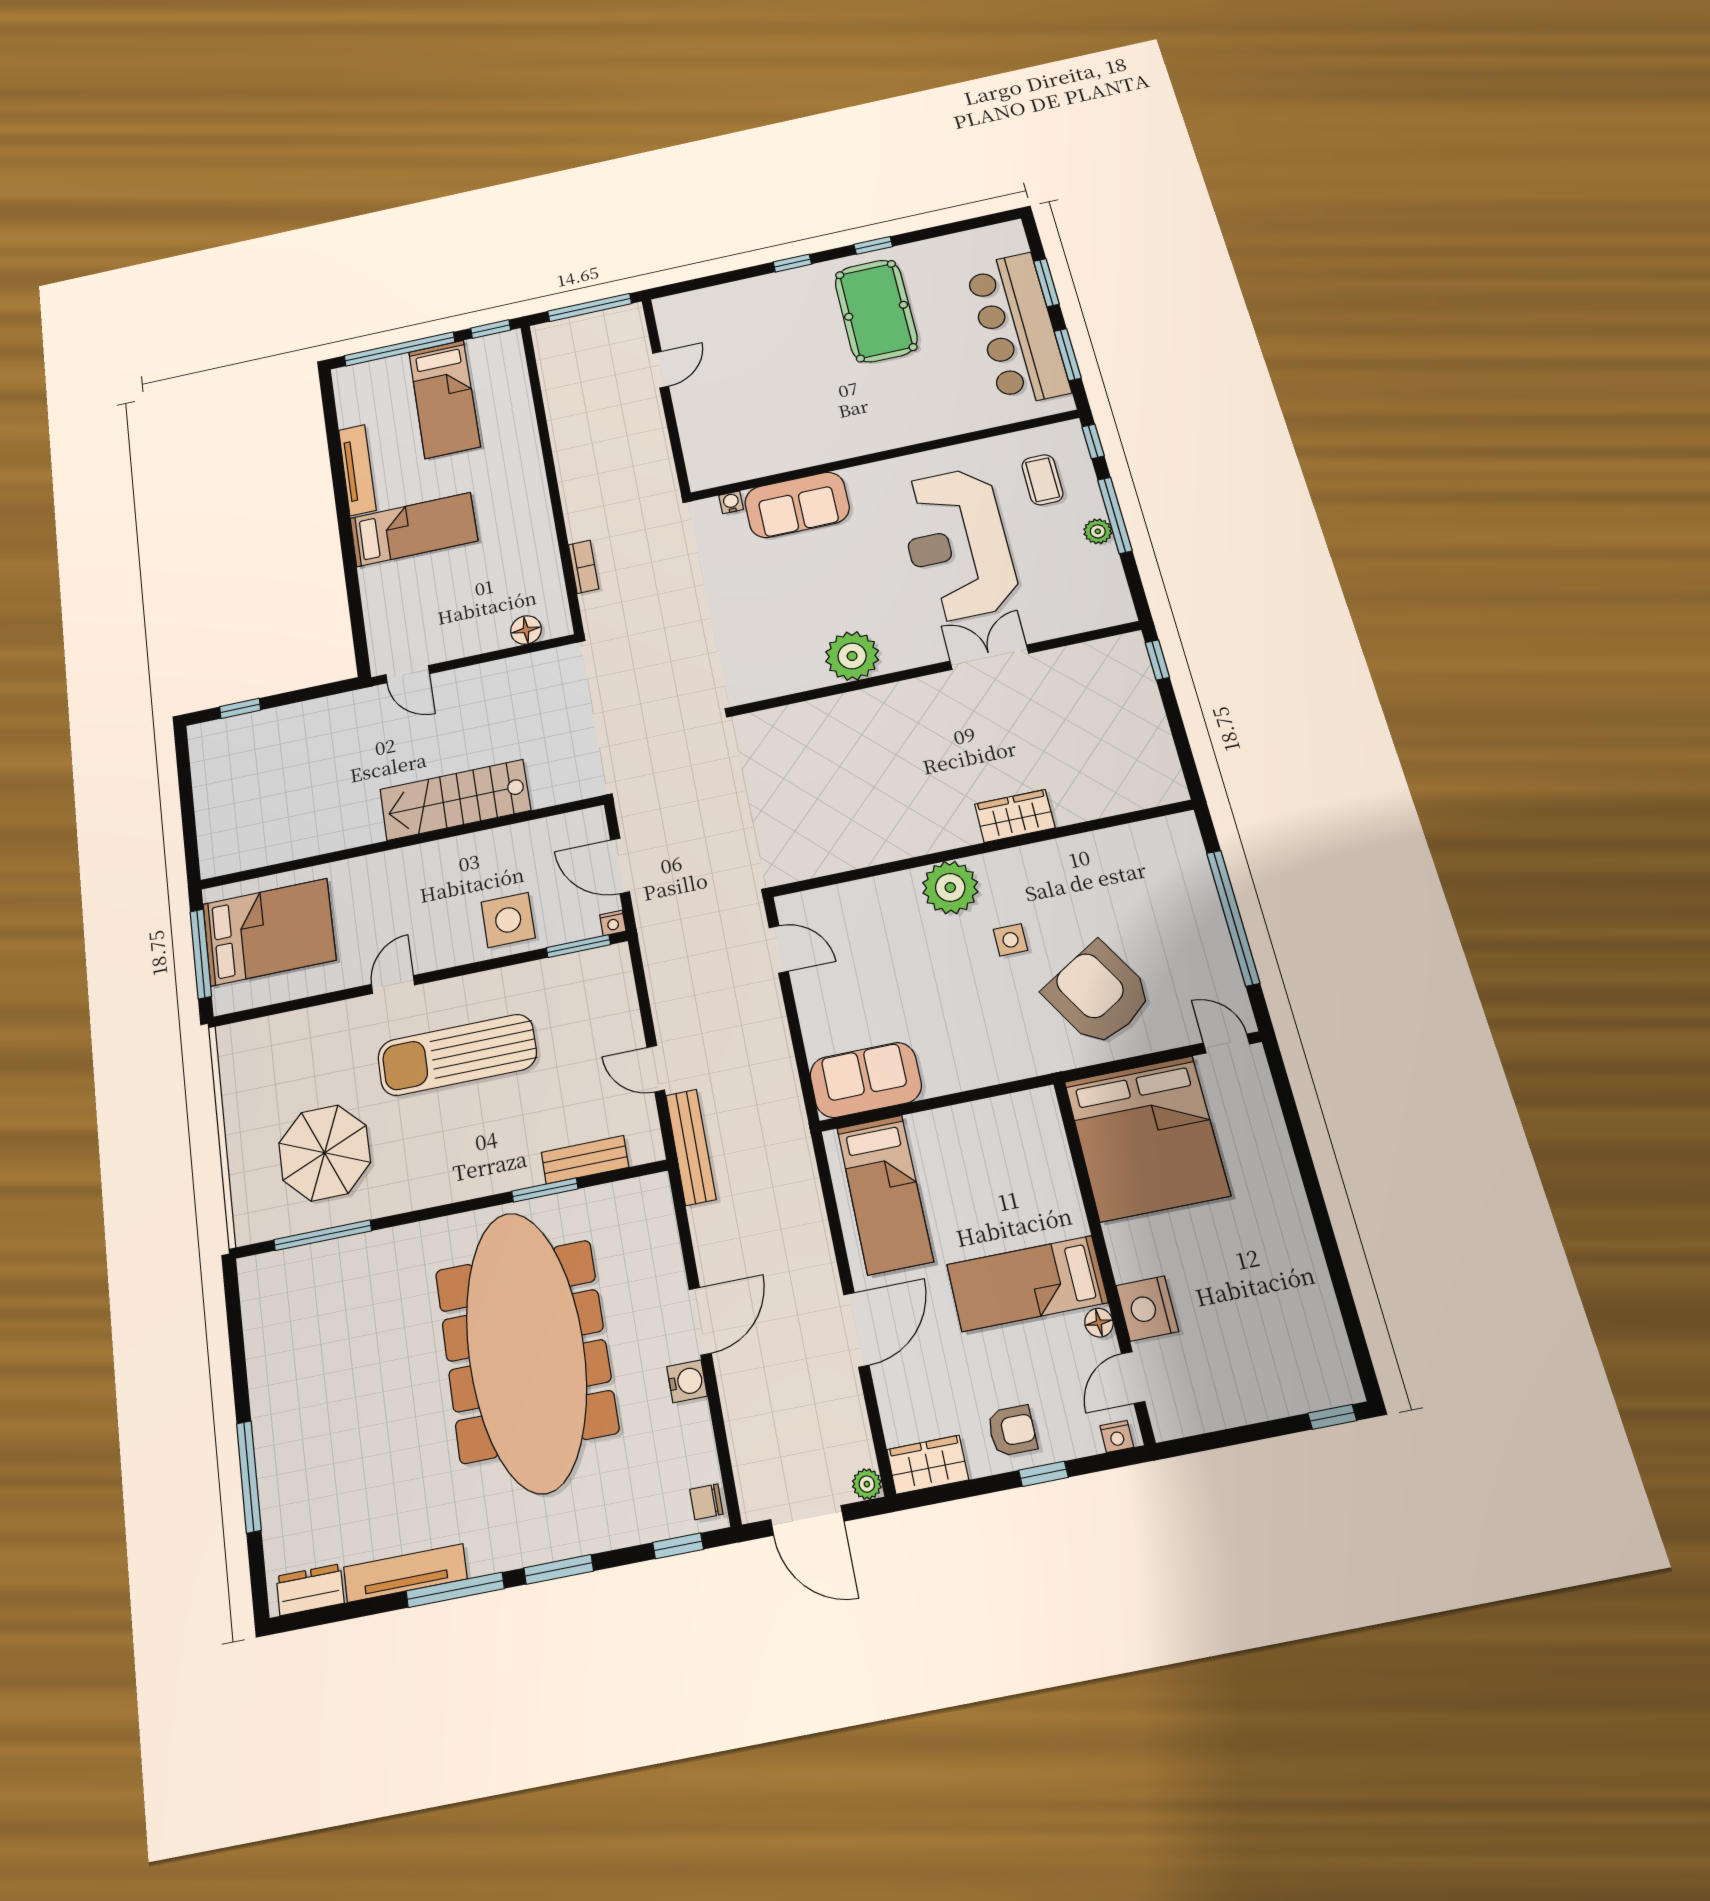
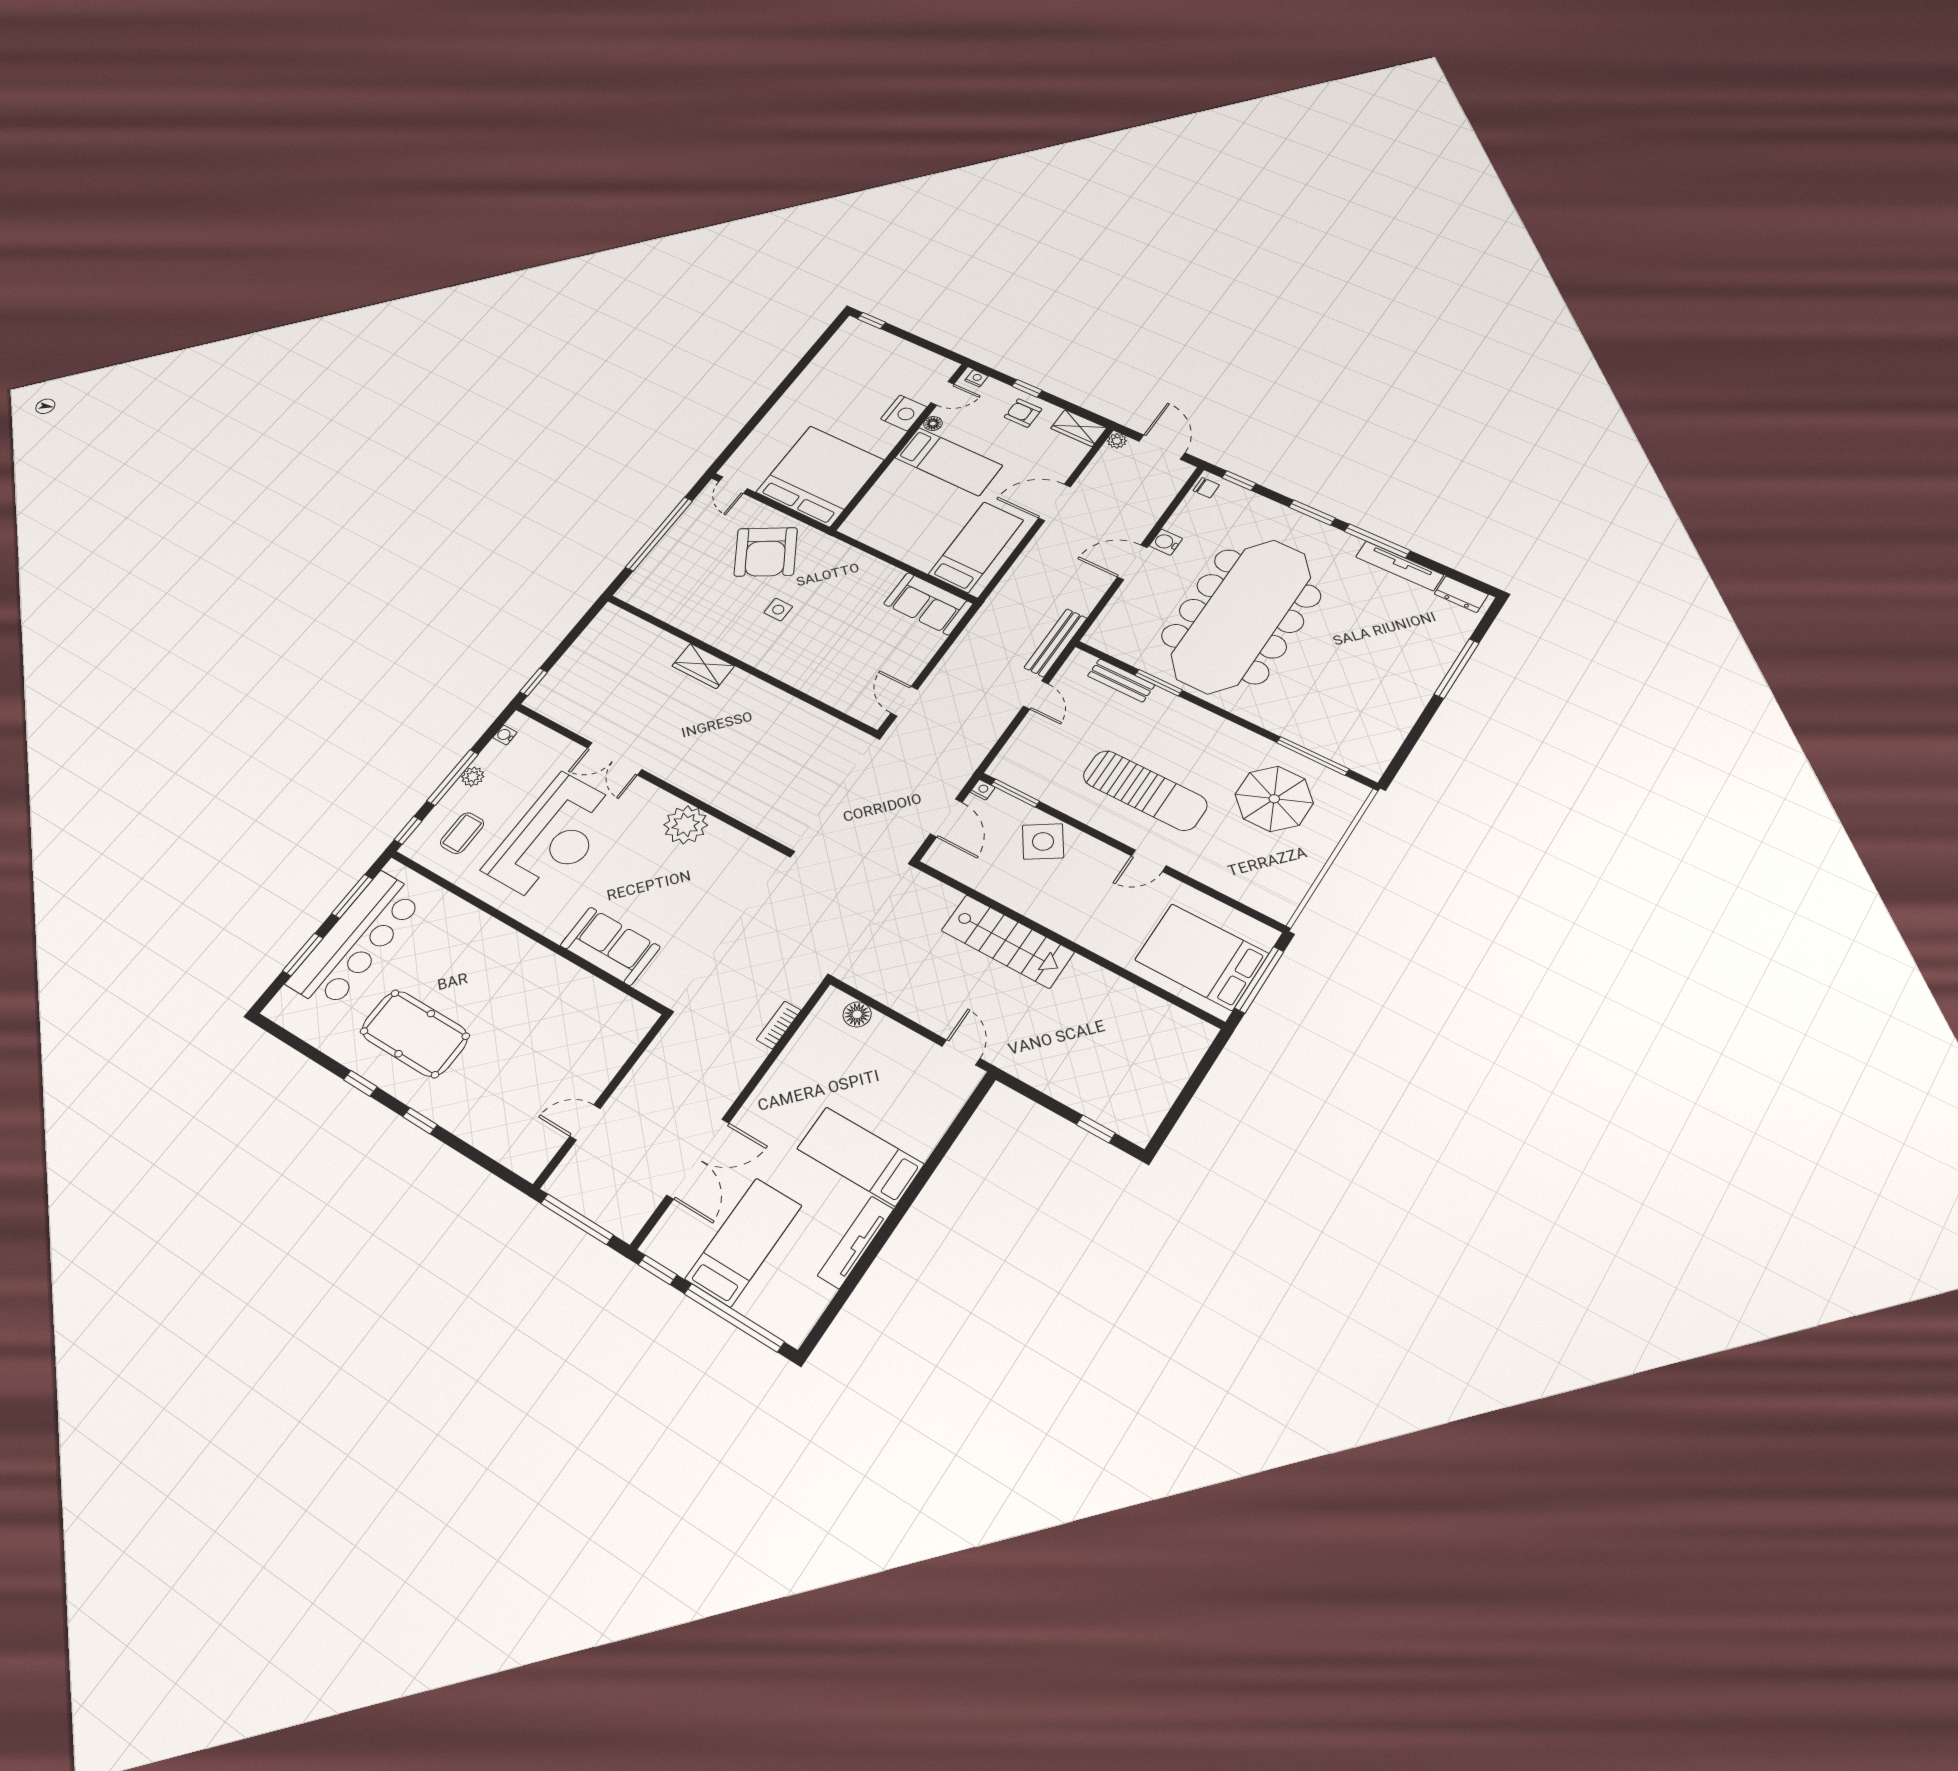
pool table: (876, 311) -> (415, 1034), turned 90
double door: (542, 421) -> (698, 1159), added
water cooler: (731, 502) -> (505, 735), moved, turned 90
plant: (950, 887) -> (778, 659), removed
side table: (508, 920) -> (1043, 841), turned -33

